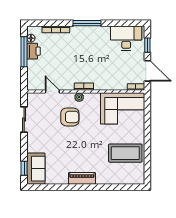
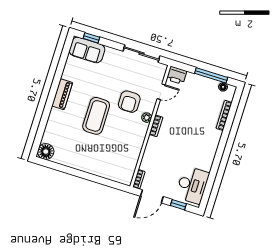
window: (87, 23) -> (220, 150), removed
printer: (33, 51) -> (177, 75), moved
corner sofa: (123, 108) -> (121, 159), removed
sliding door: (24, 120) -> (141, 54), width x1.37
coffee table: (125, 153) -> (96, 116), moved
floor lamp: (137, 177) -> (46, 152), added

